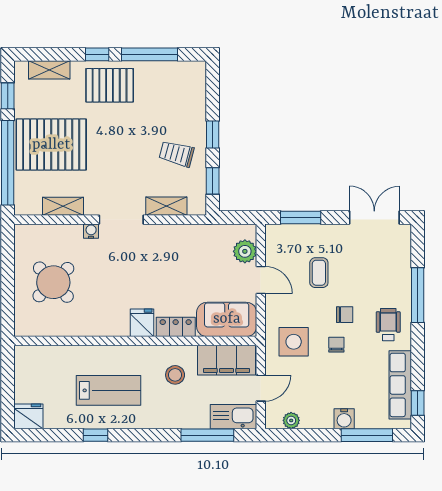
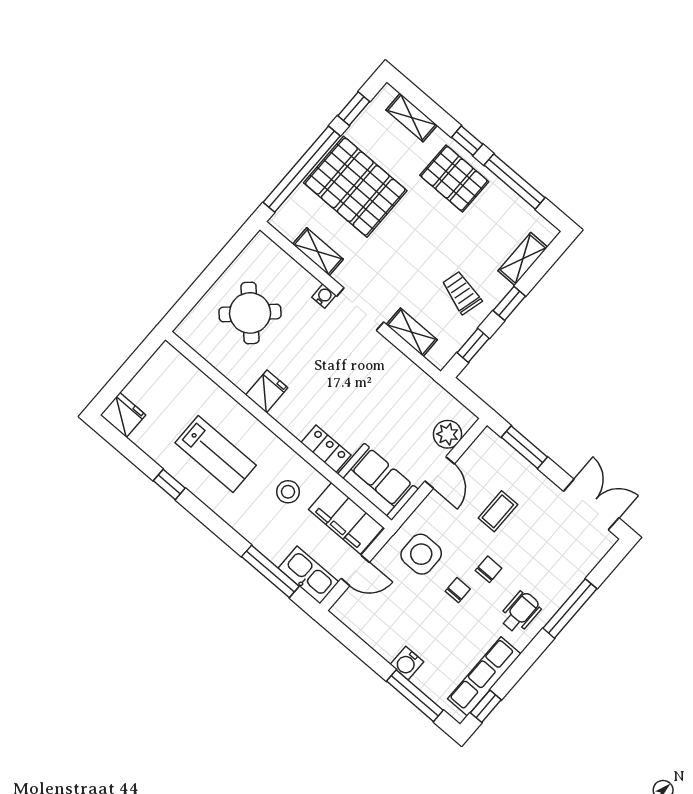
shelving: (197, 99) -> (523, 259), added
chair: (345, 315) -> (489, 569), turned -90
fridge: (142, 323) -> (267, 391), moved
plant: (291, 420) -> (358, 624), removed

